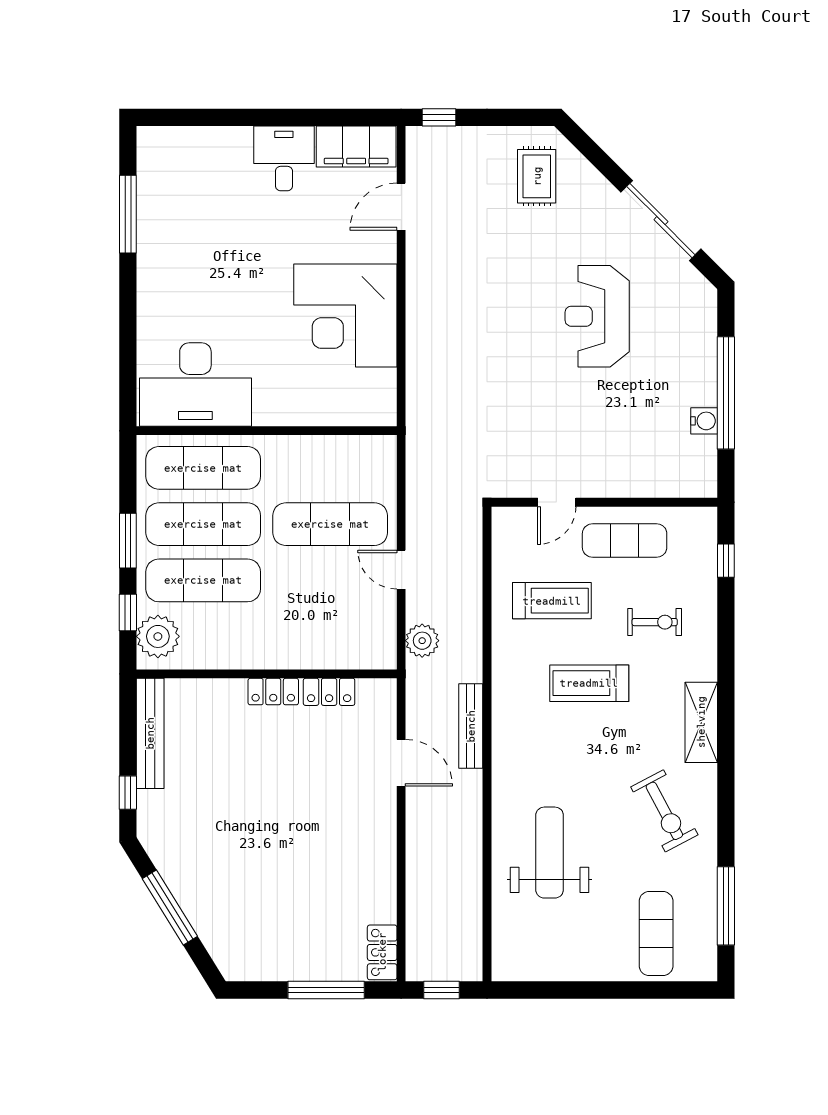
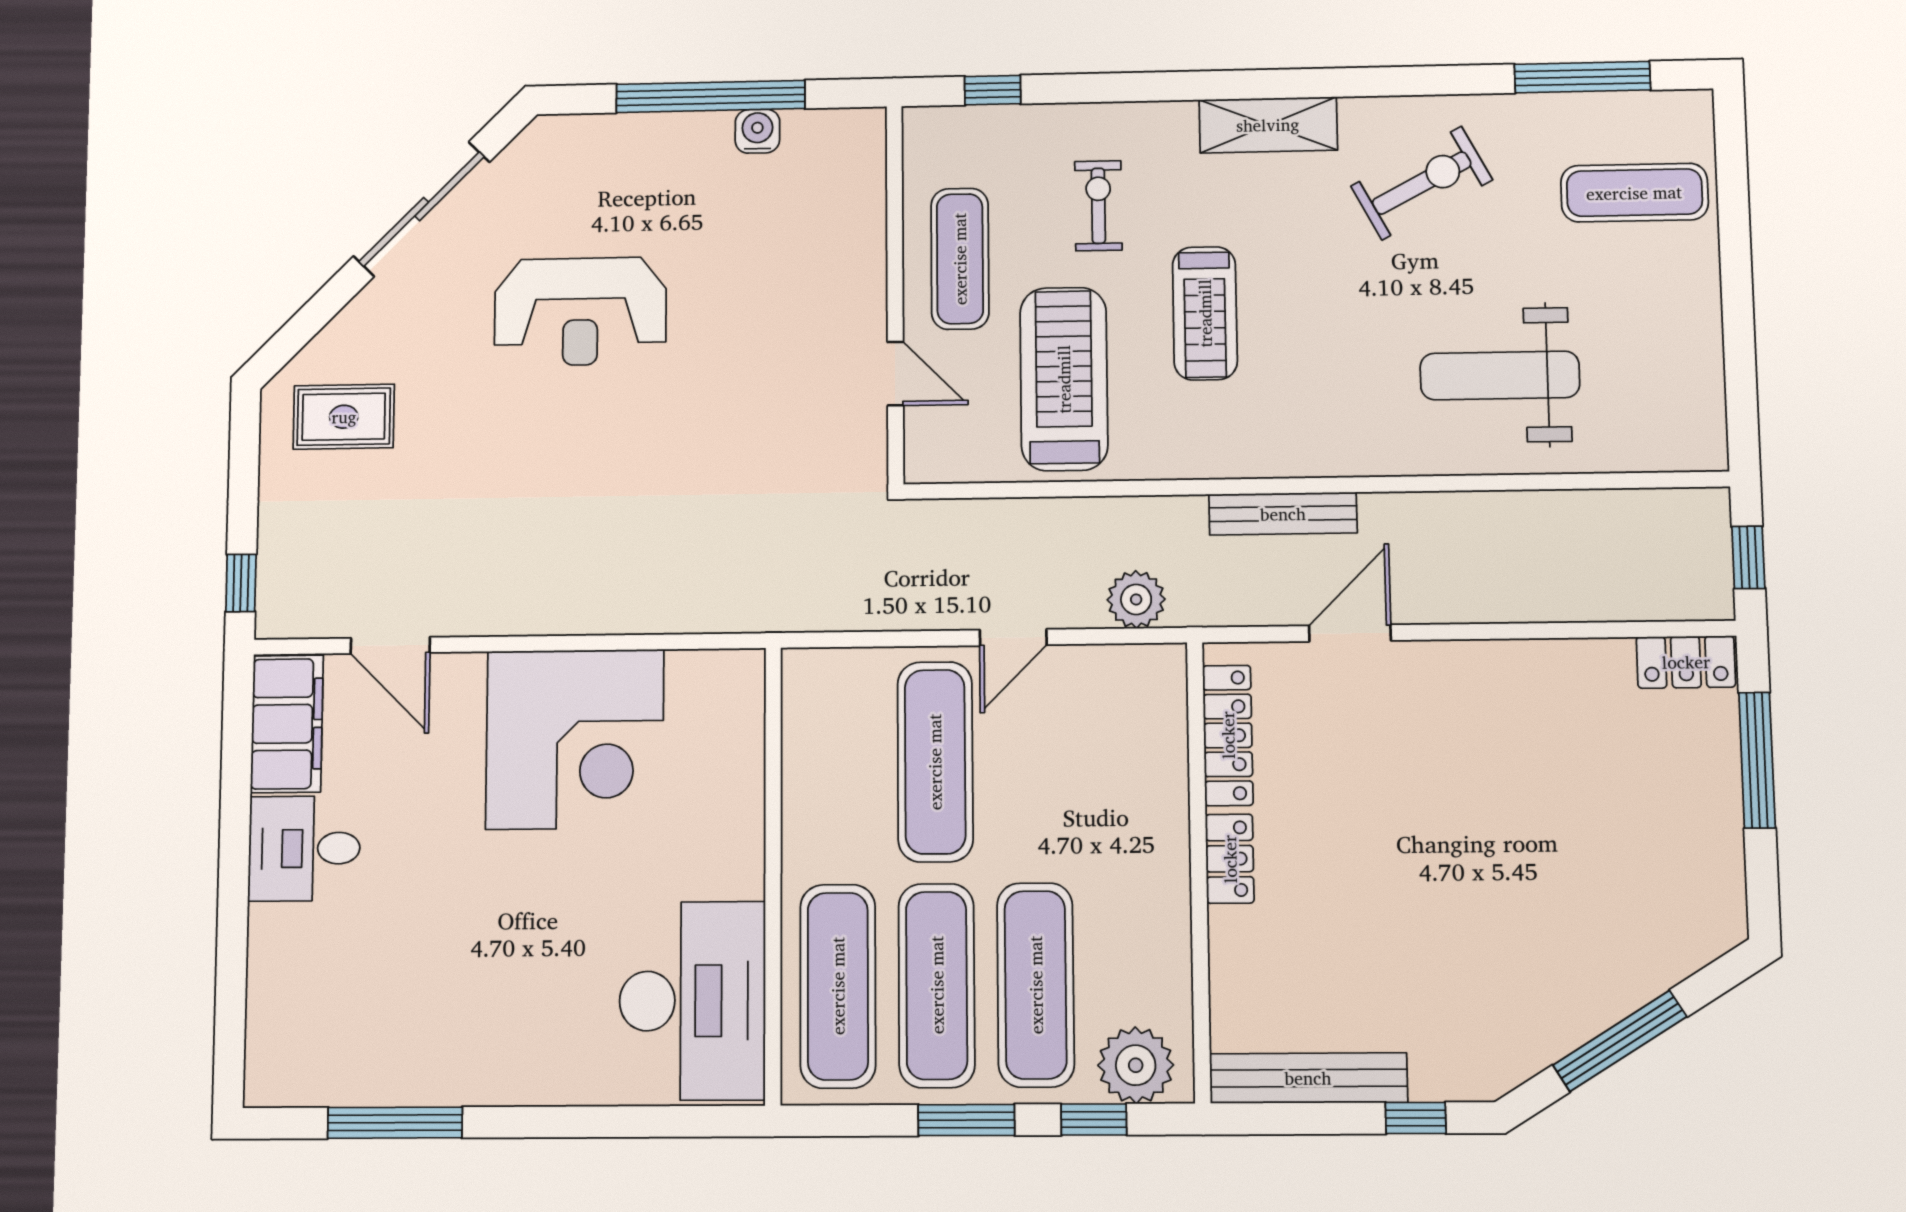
treadmill: (552, 601) -> (1064, 379), width x1.37, depth x1.38
locker: (329, 692) -> (1228, 735), width x1.53

